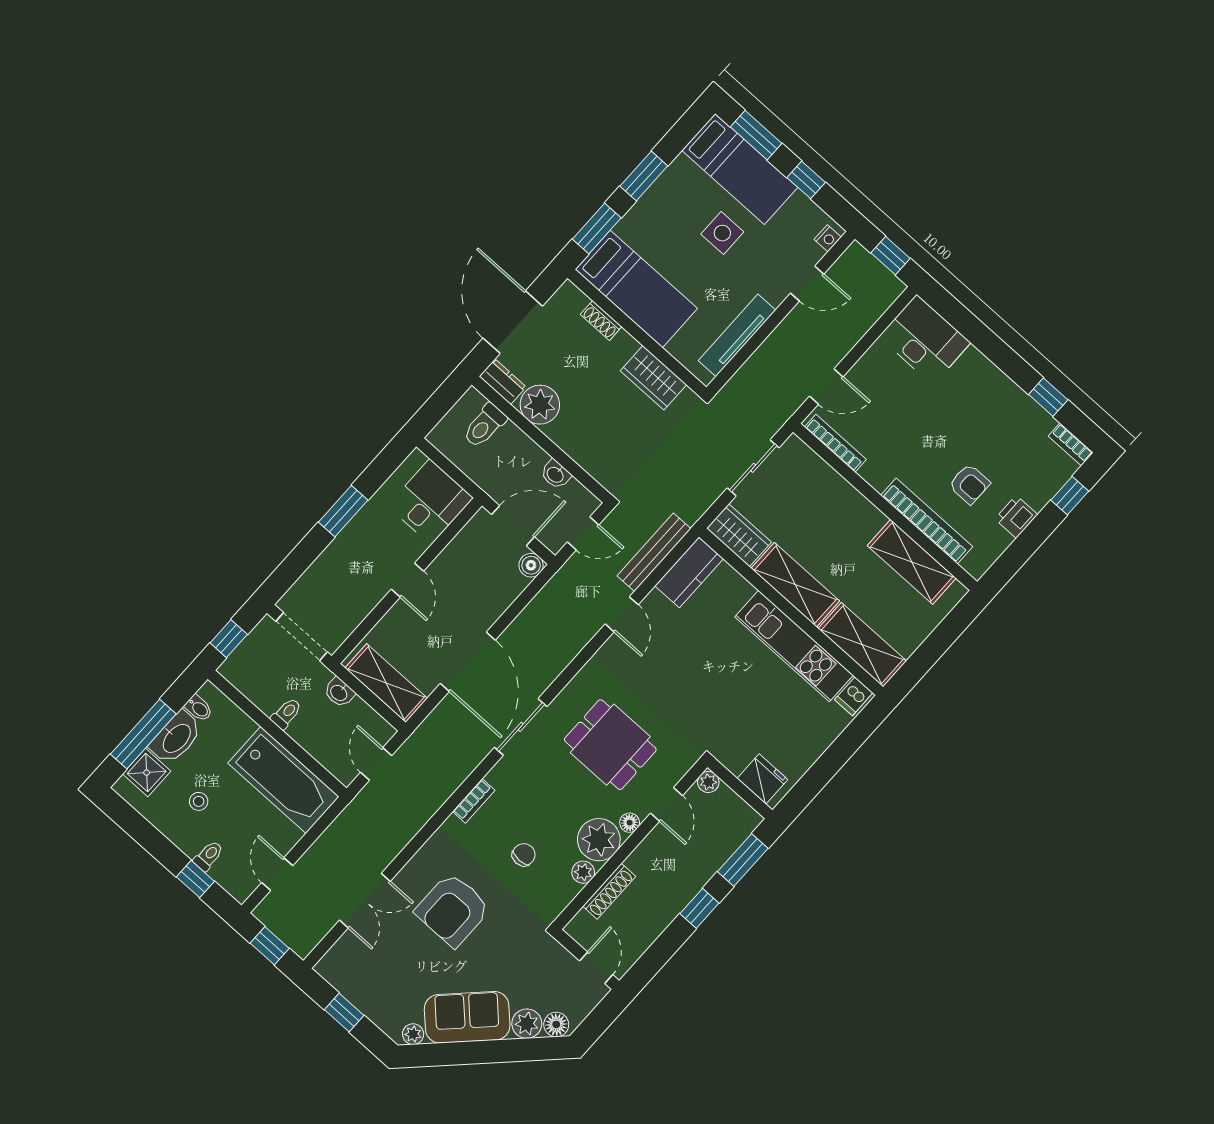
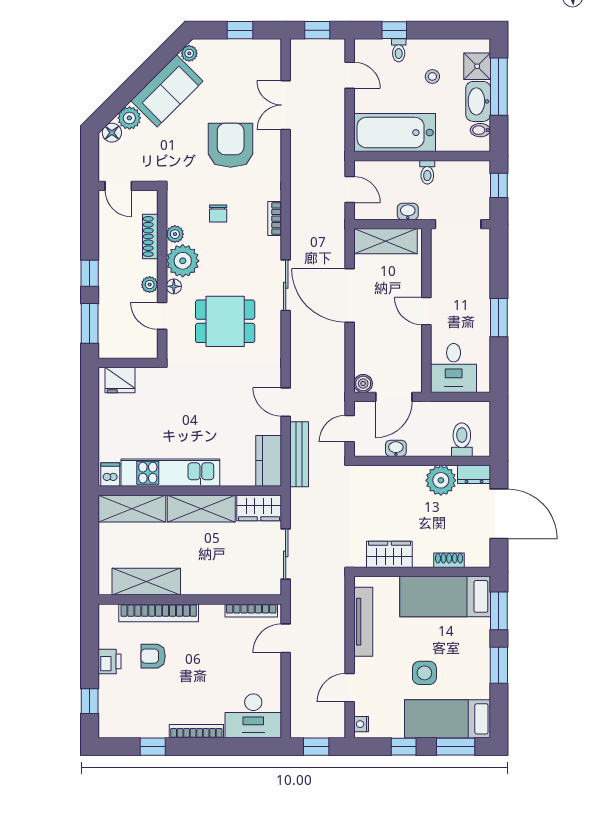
bookcase: (1071, 444) -> (196, 731), moved, width x1.56
plant: (708, 782) -> (150, 285), moved

